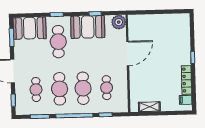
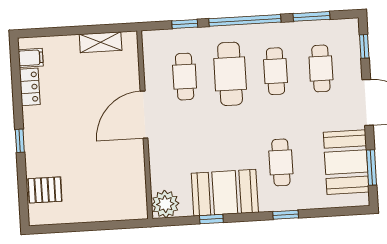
booth: (30, 28) -> (346, 162), moved, turned 90
pallet: (181, 31) -> (45, 190), added
cafe table: (58, 42) -> (281, 162), width x0.73, depth x0.74
door: (128, 53) -> (144, 115), moved
locker: (186, 80) -> (30, 87), width x0.66
cafe table: (60, 89) -> (275, 71), width x0.73, depth x0.74

